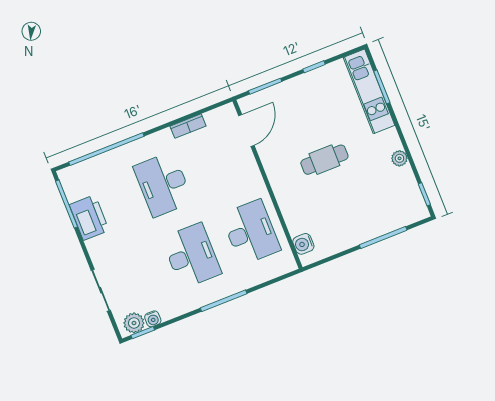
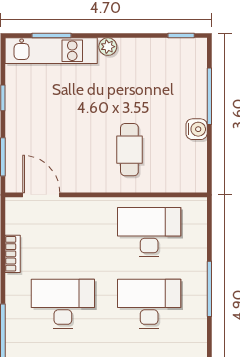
plant: (399, 158) -> (108, 47), moved
cafe table: (324, 160) -> (129, 150), moved
desk: (163, 184) -> (63, 304), turned 180
water cooler: (303, 244) -> (197, 129), moved, turned -90

